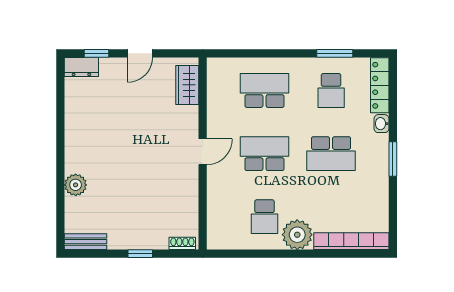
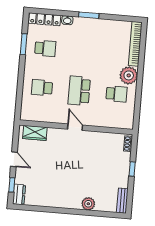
school desk: (264, 90) -> (42, 88), width x0.54
school desk: (331, 154) -> (82, 51), removed

